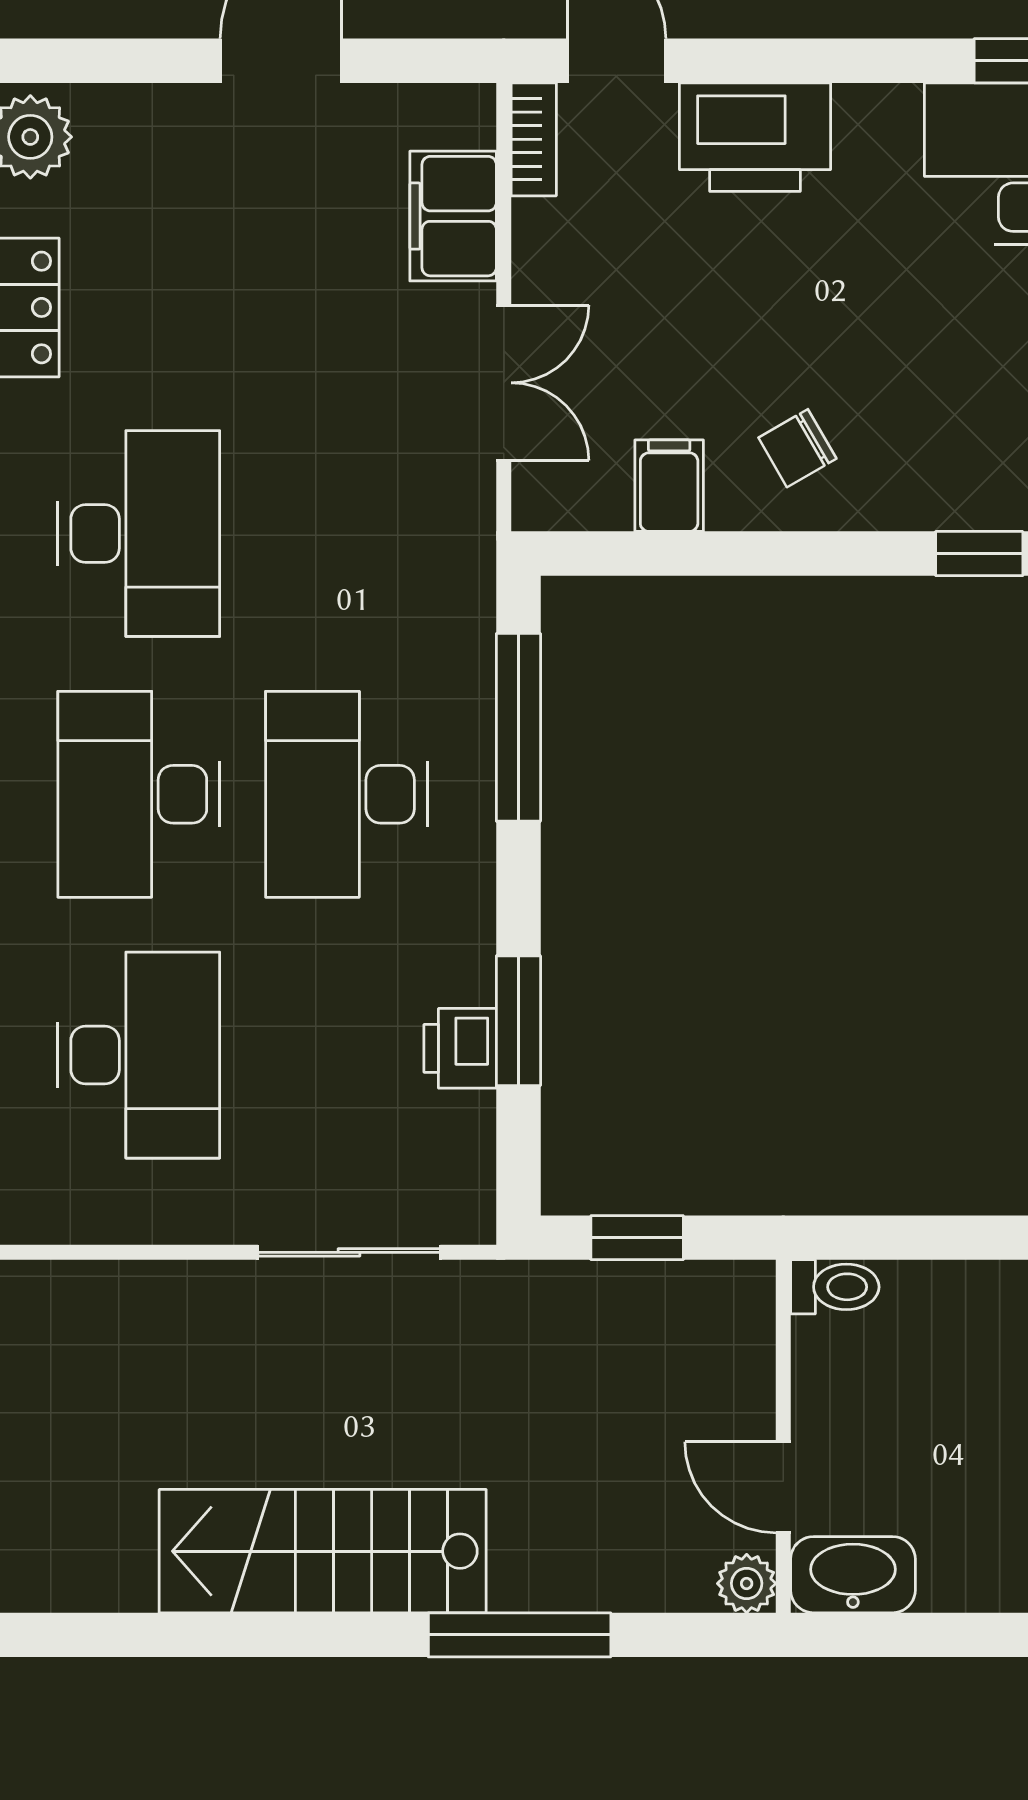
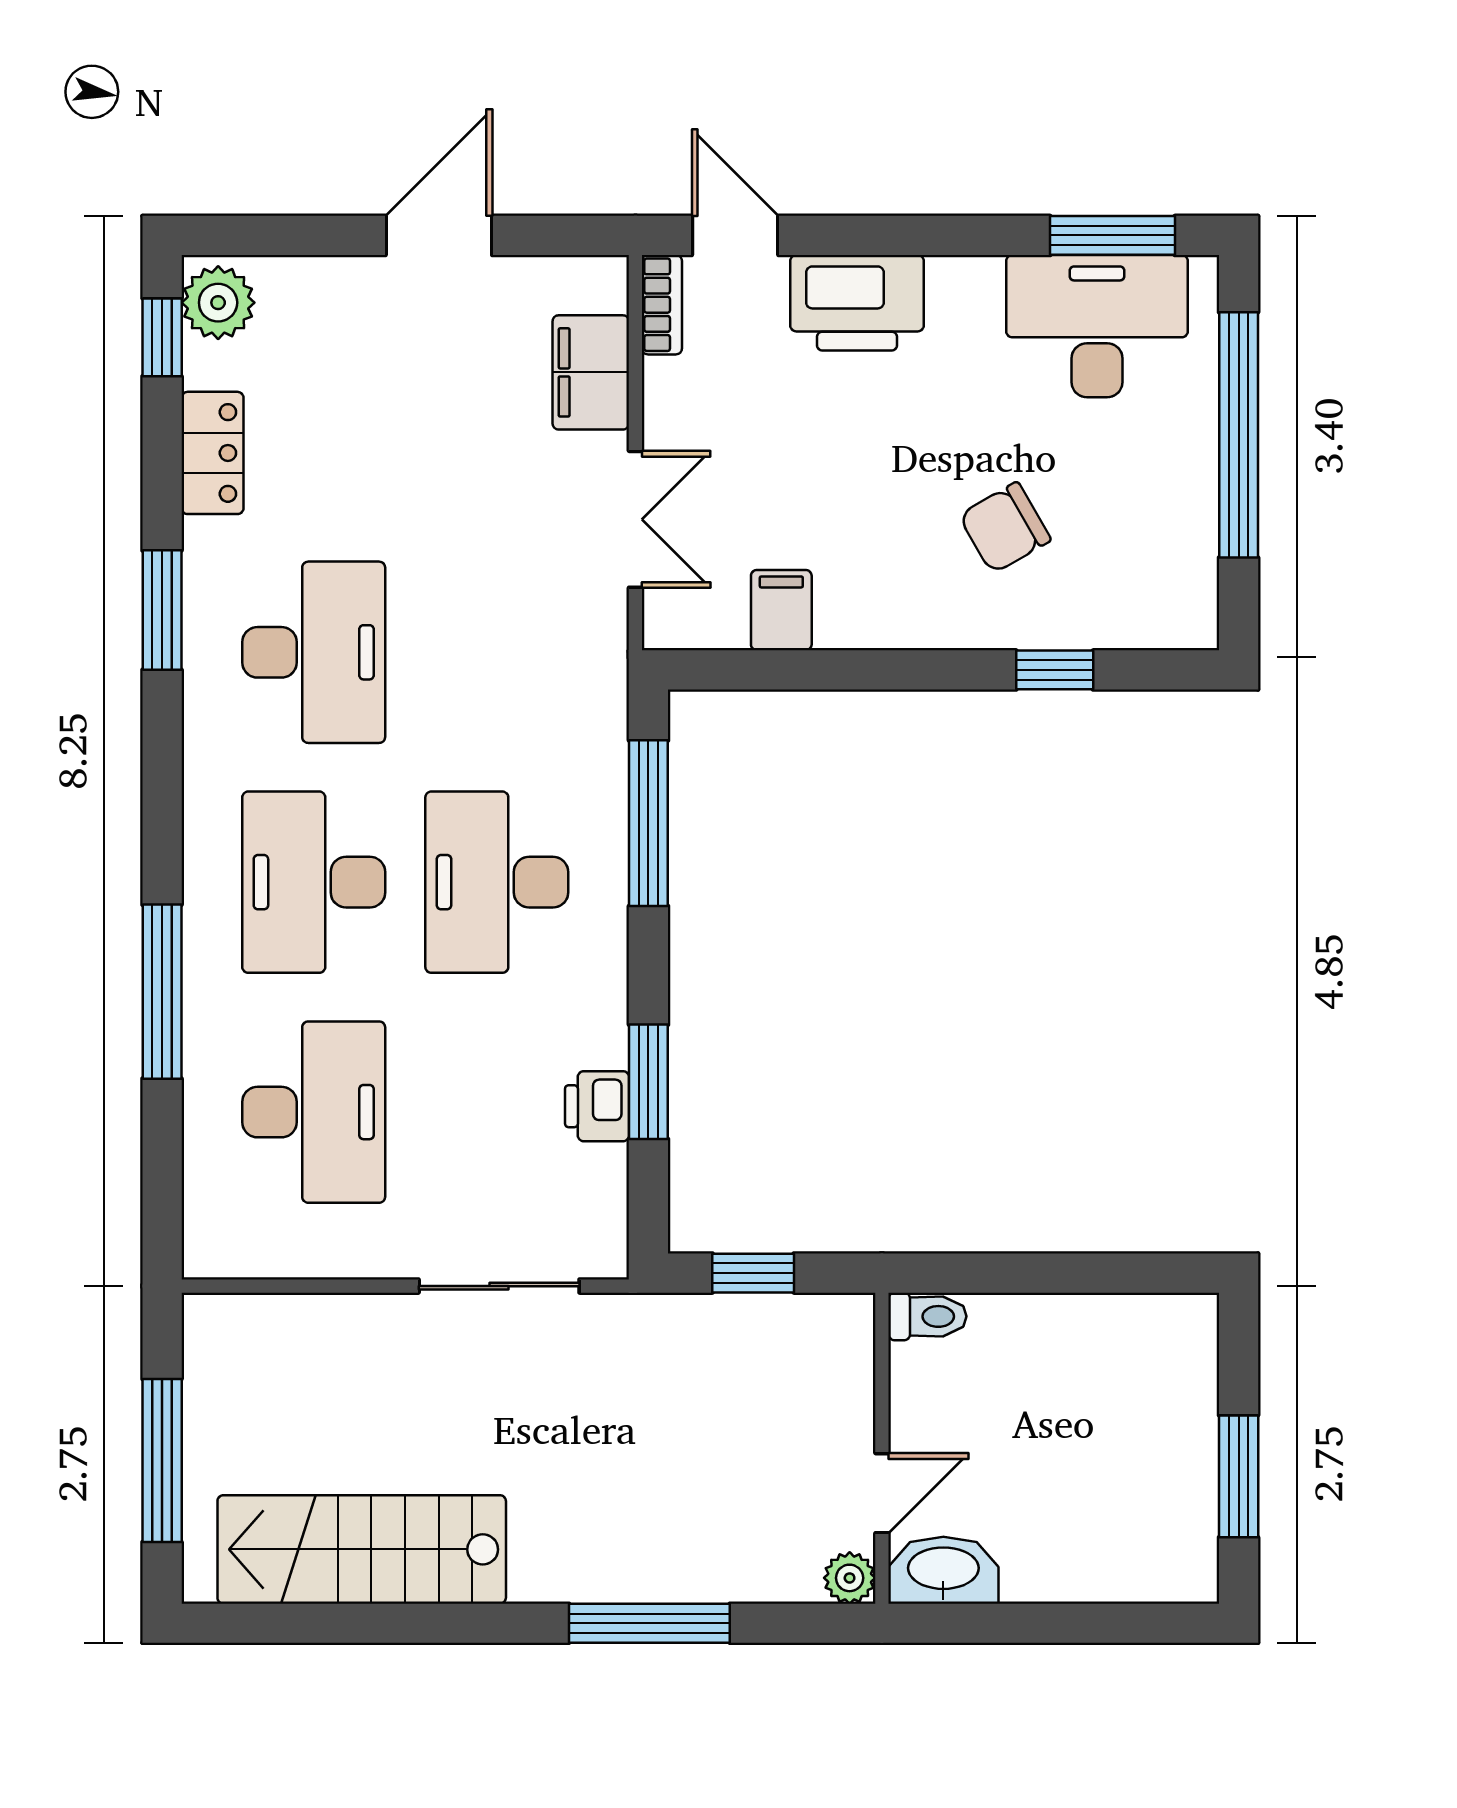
chair: (797, 448) -> (1005, 528), moved, width x1.37, depth x1.37
door: (783, 1487) -> (882, 1493), swing flipped
stairs: (323, 1551) -> (362, 1549), moved

